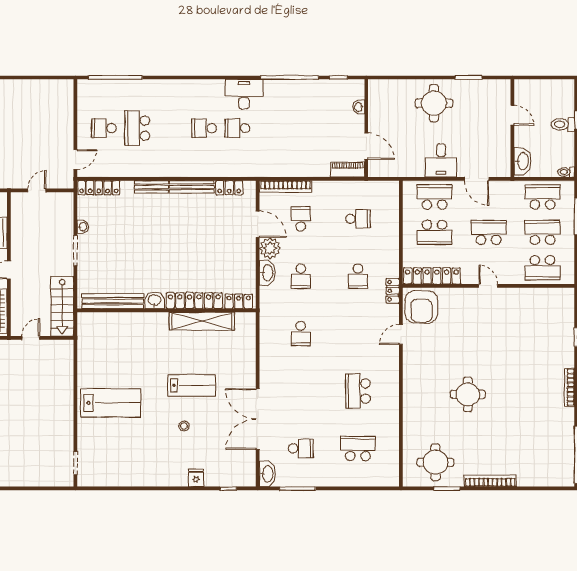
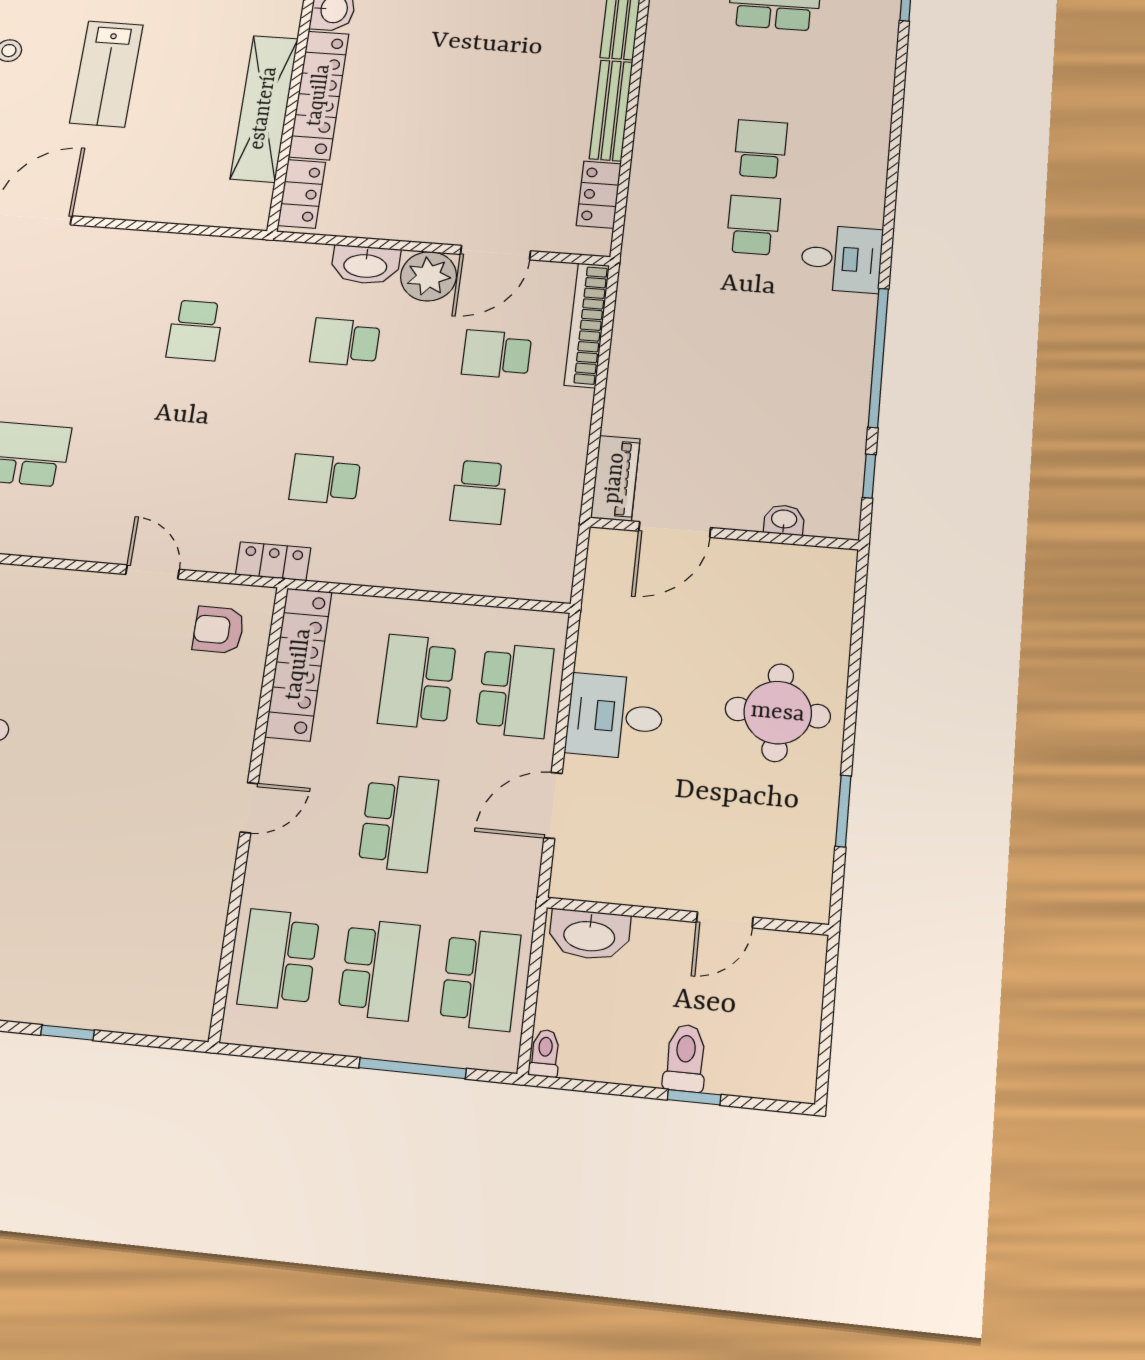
desk: (244, 94) -> (841, 259), width x0.73
school desk: (301, 219) -> (497, 354), turned 180
armchair: (421, 307) -> (219, 630), width x0.53, depth x0.53
school desk: (301, 334) -> (195, 330), turned -90

